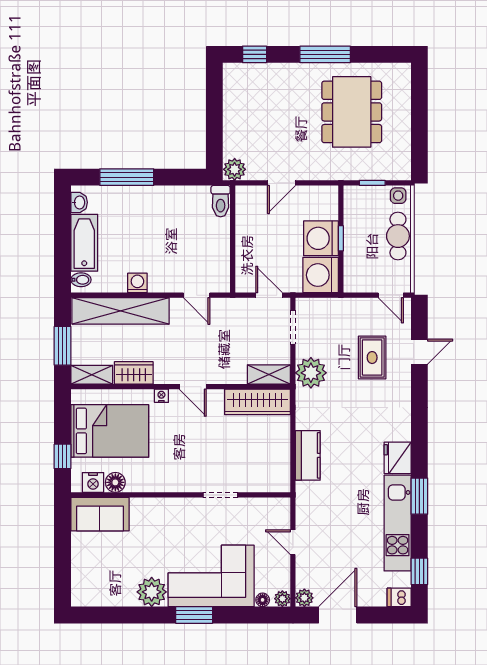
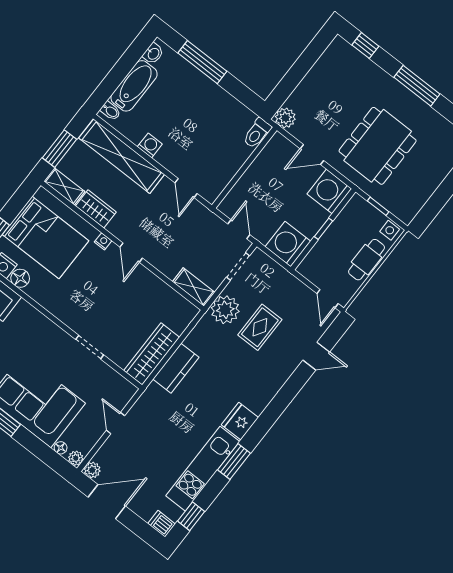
dining table: (352, 112) -> (378, 146), moved
washing machine: (321, 238) -> (329, 191), moved
rug: (372, 358) -> (260, 327), moved
wardrobe: (257, 402) -> (152, 354), moved, turned 90

